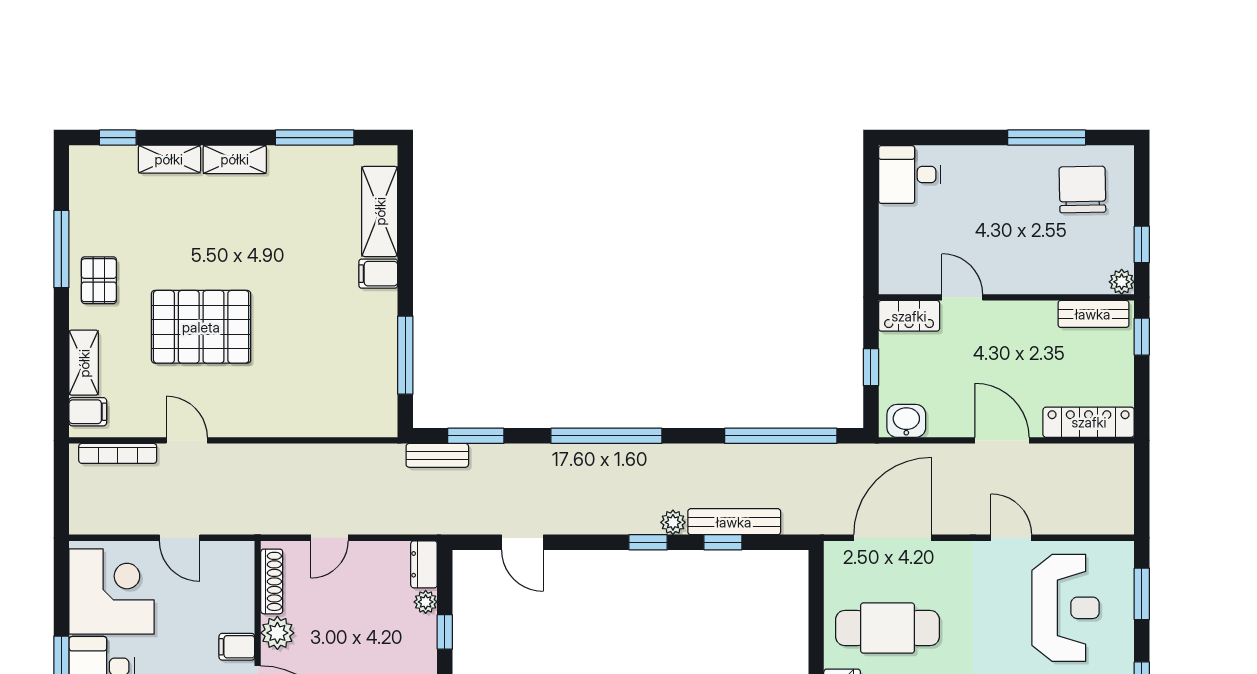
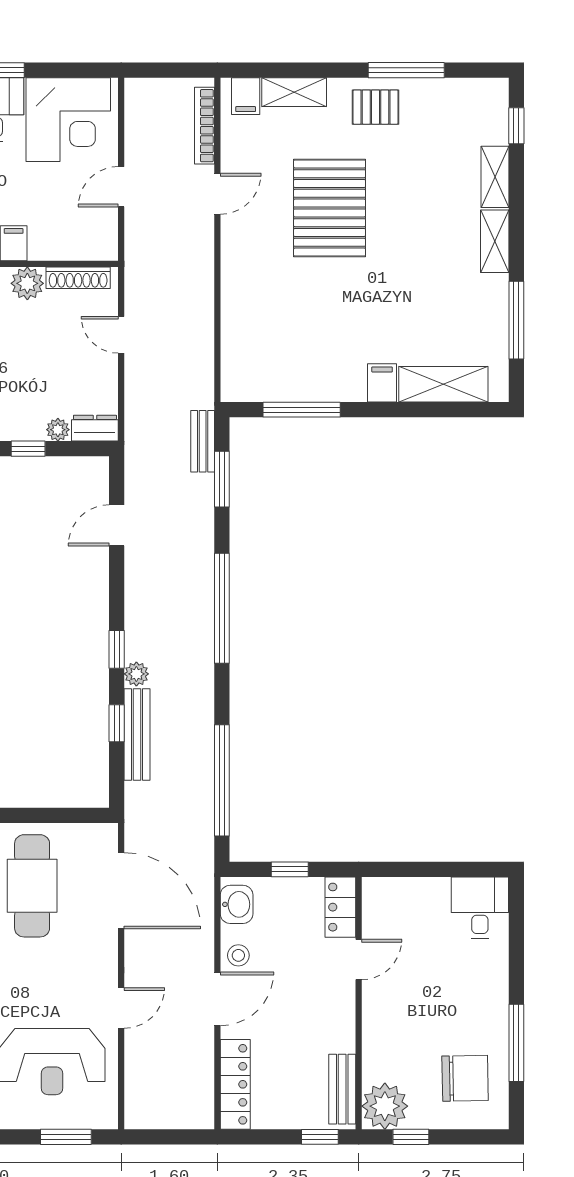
plant: (1122, 282) -> (385, 1106), width x1.88, depth x1.88
stool: (958, 419) -> (238, 955), added

